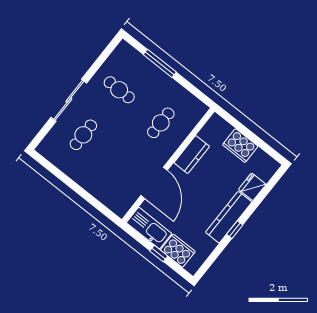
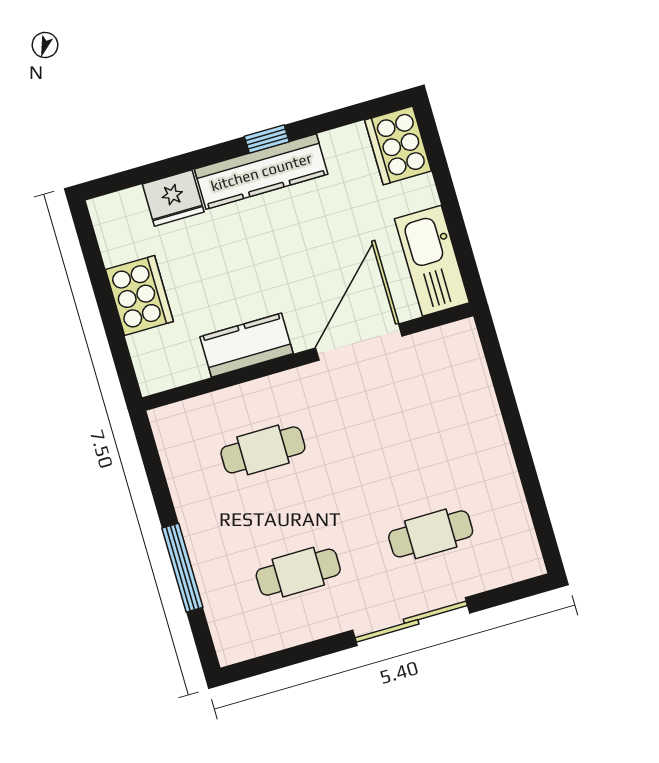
cafe table: (119, 90) -> (298, 572), turned 90
cooker: (178, 251) -> (398, 145), moved
window: (159, 254) -> (448, 198), removed

